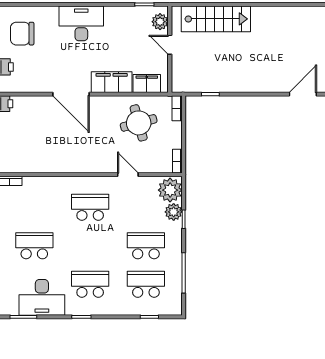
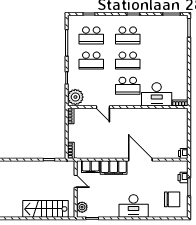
door: (170, 45) -> (76, 181), moved
round table: (139, 123) -> (96, 141), removed
plant: (174, 212) -> (73, 83), removed
school desk: (34, 246) -> (128, 61), moved
desk: (42, 297) -> (157, 94), moved, turned 180

